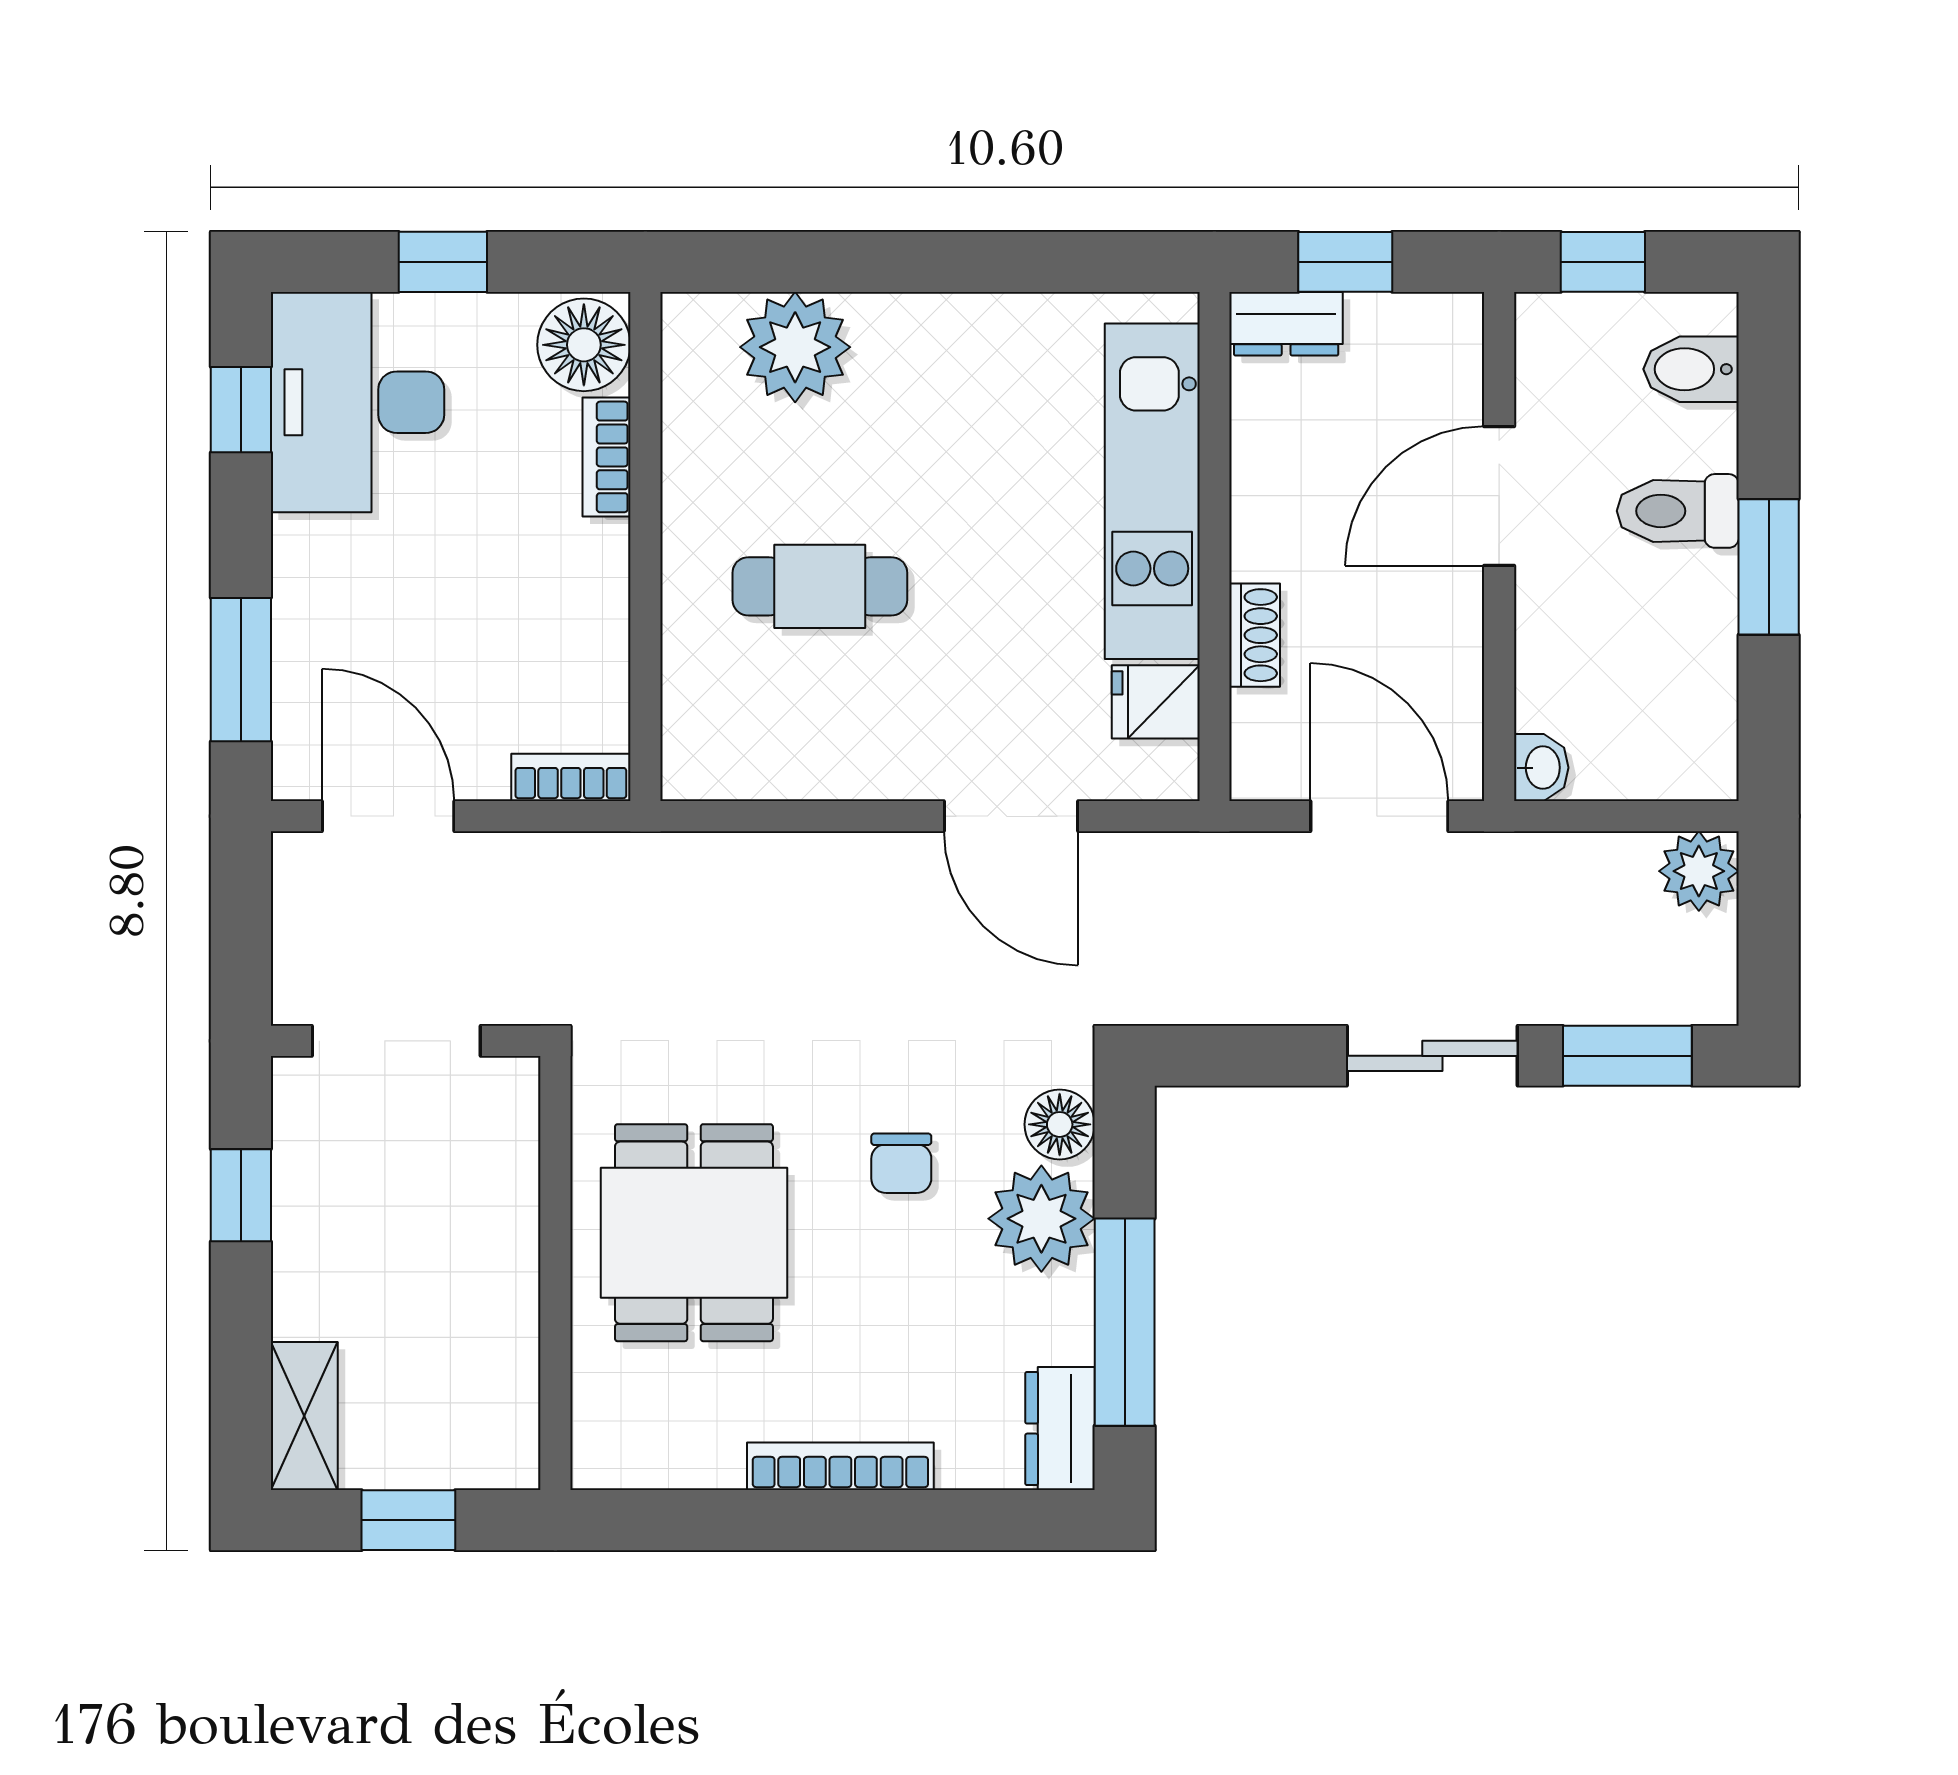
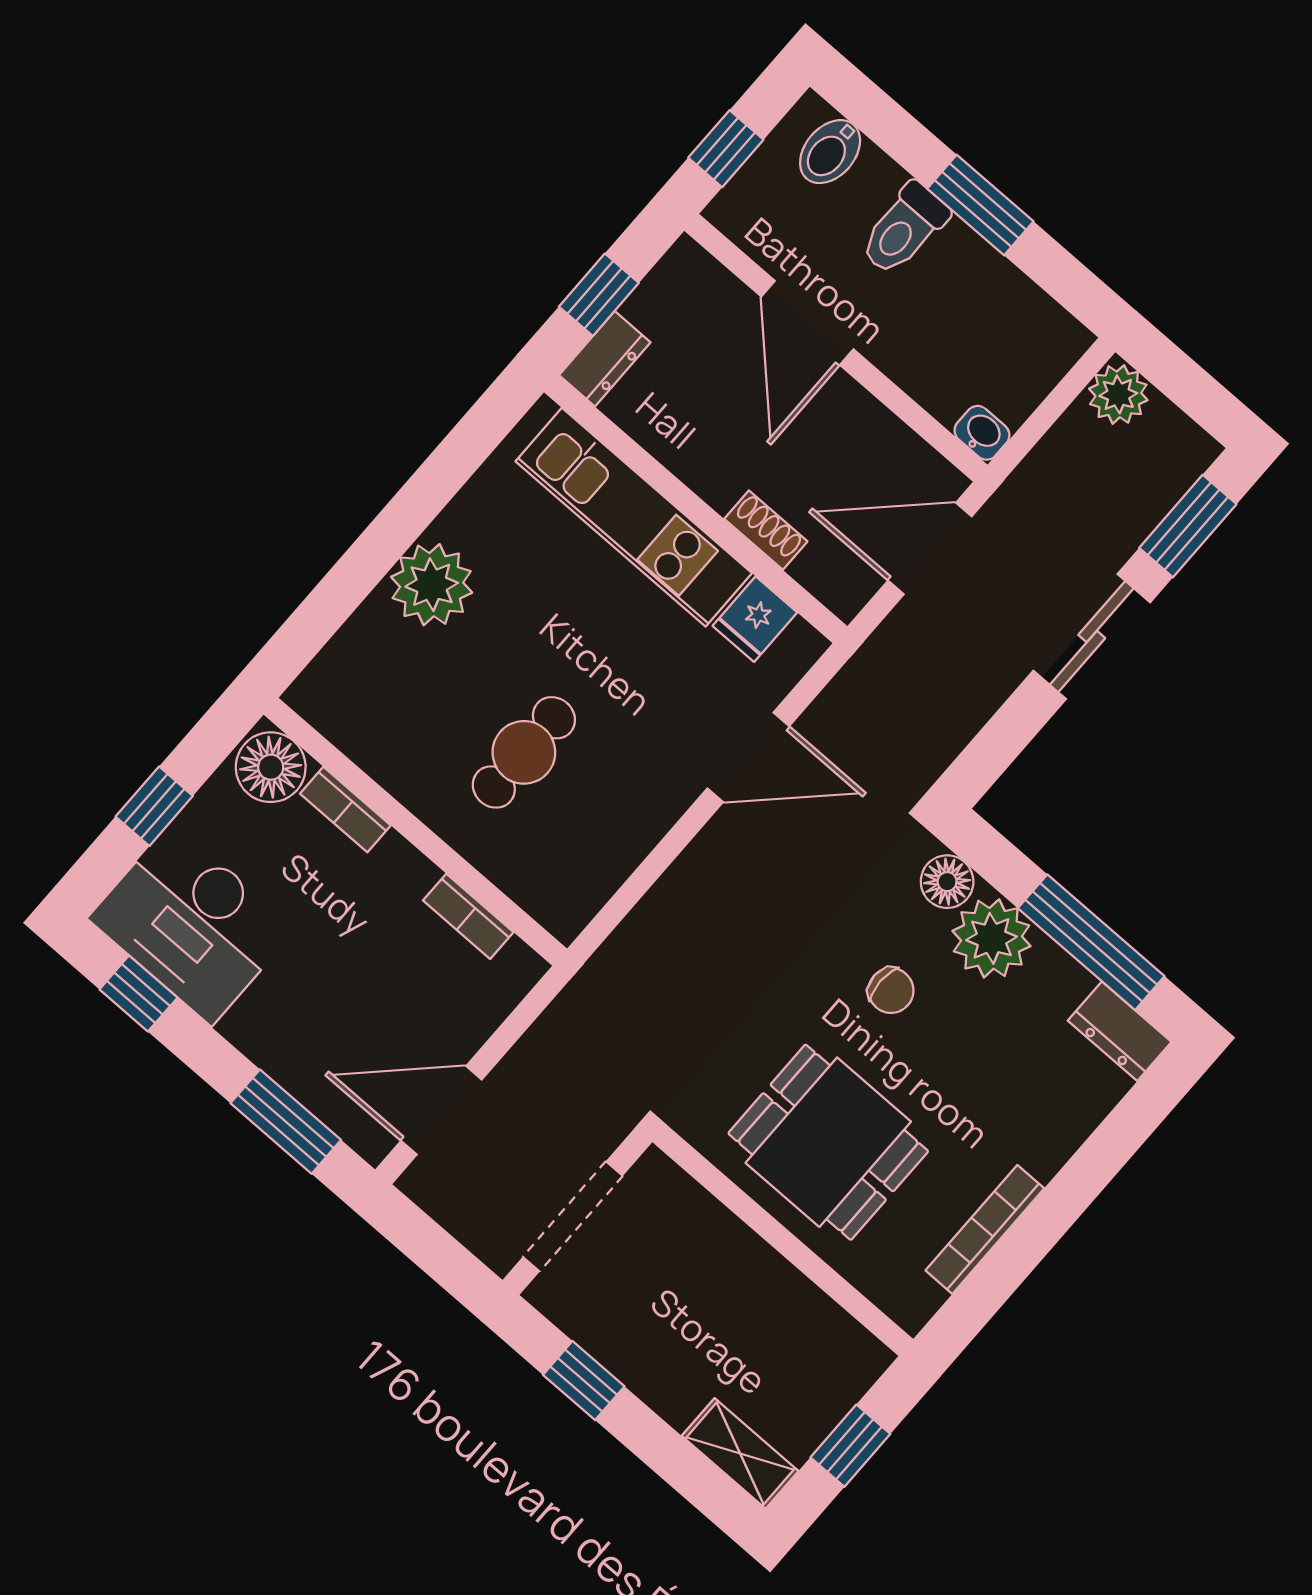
plant: (795, 347) -> (432, 585), moved
bookcase: (571, 777) -> (468, 916), moved, turned -90
bookcase: (840, 1466) -> (985, 1229), moved

